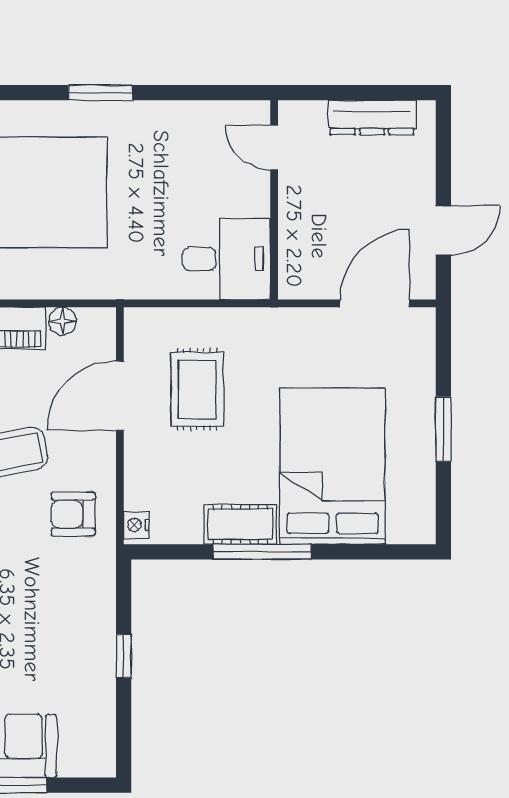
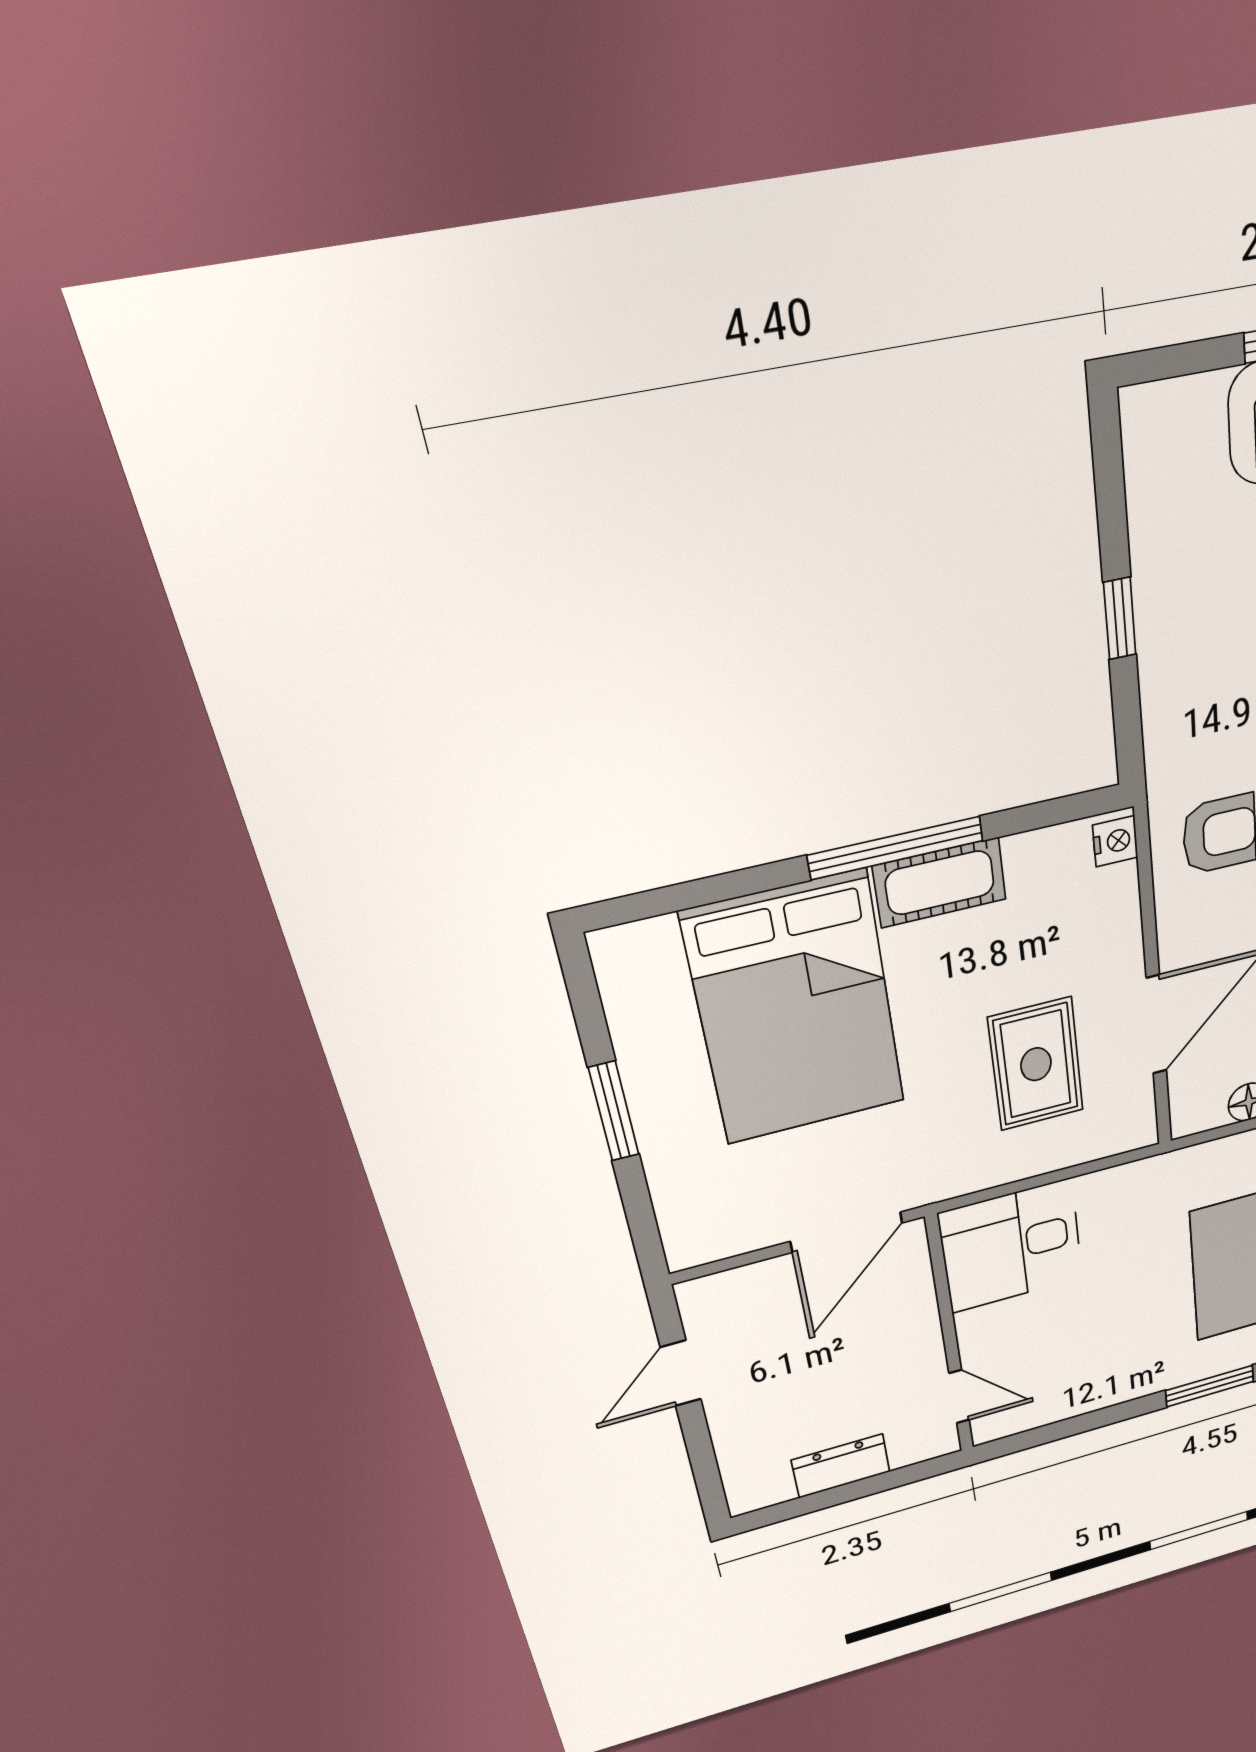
dresser: (372, 117) -> (841, 1466), width x0.70
door: (375, 303) -> (847, 1232), moved

